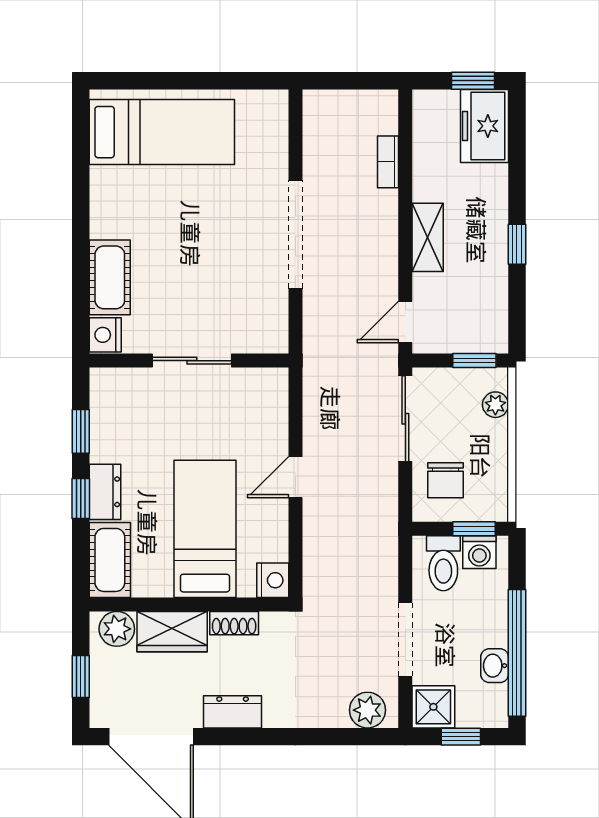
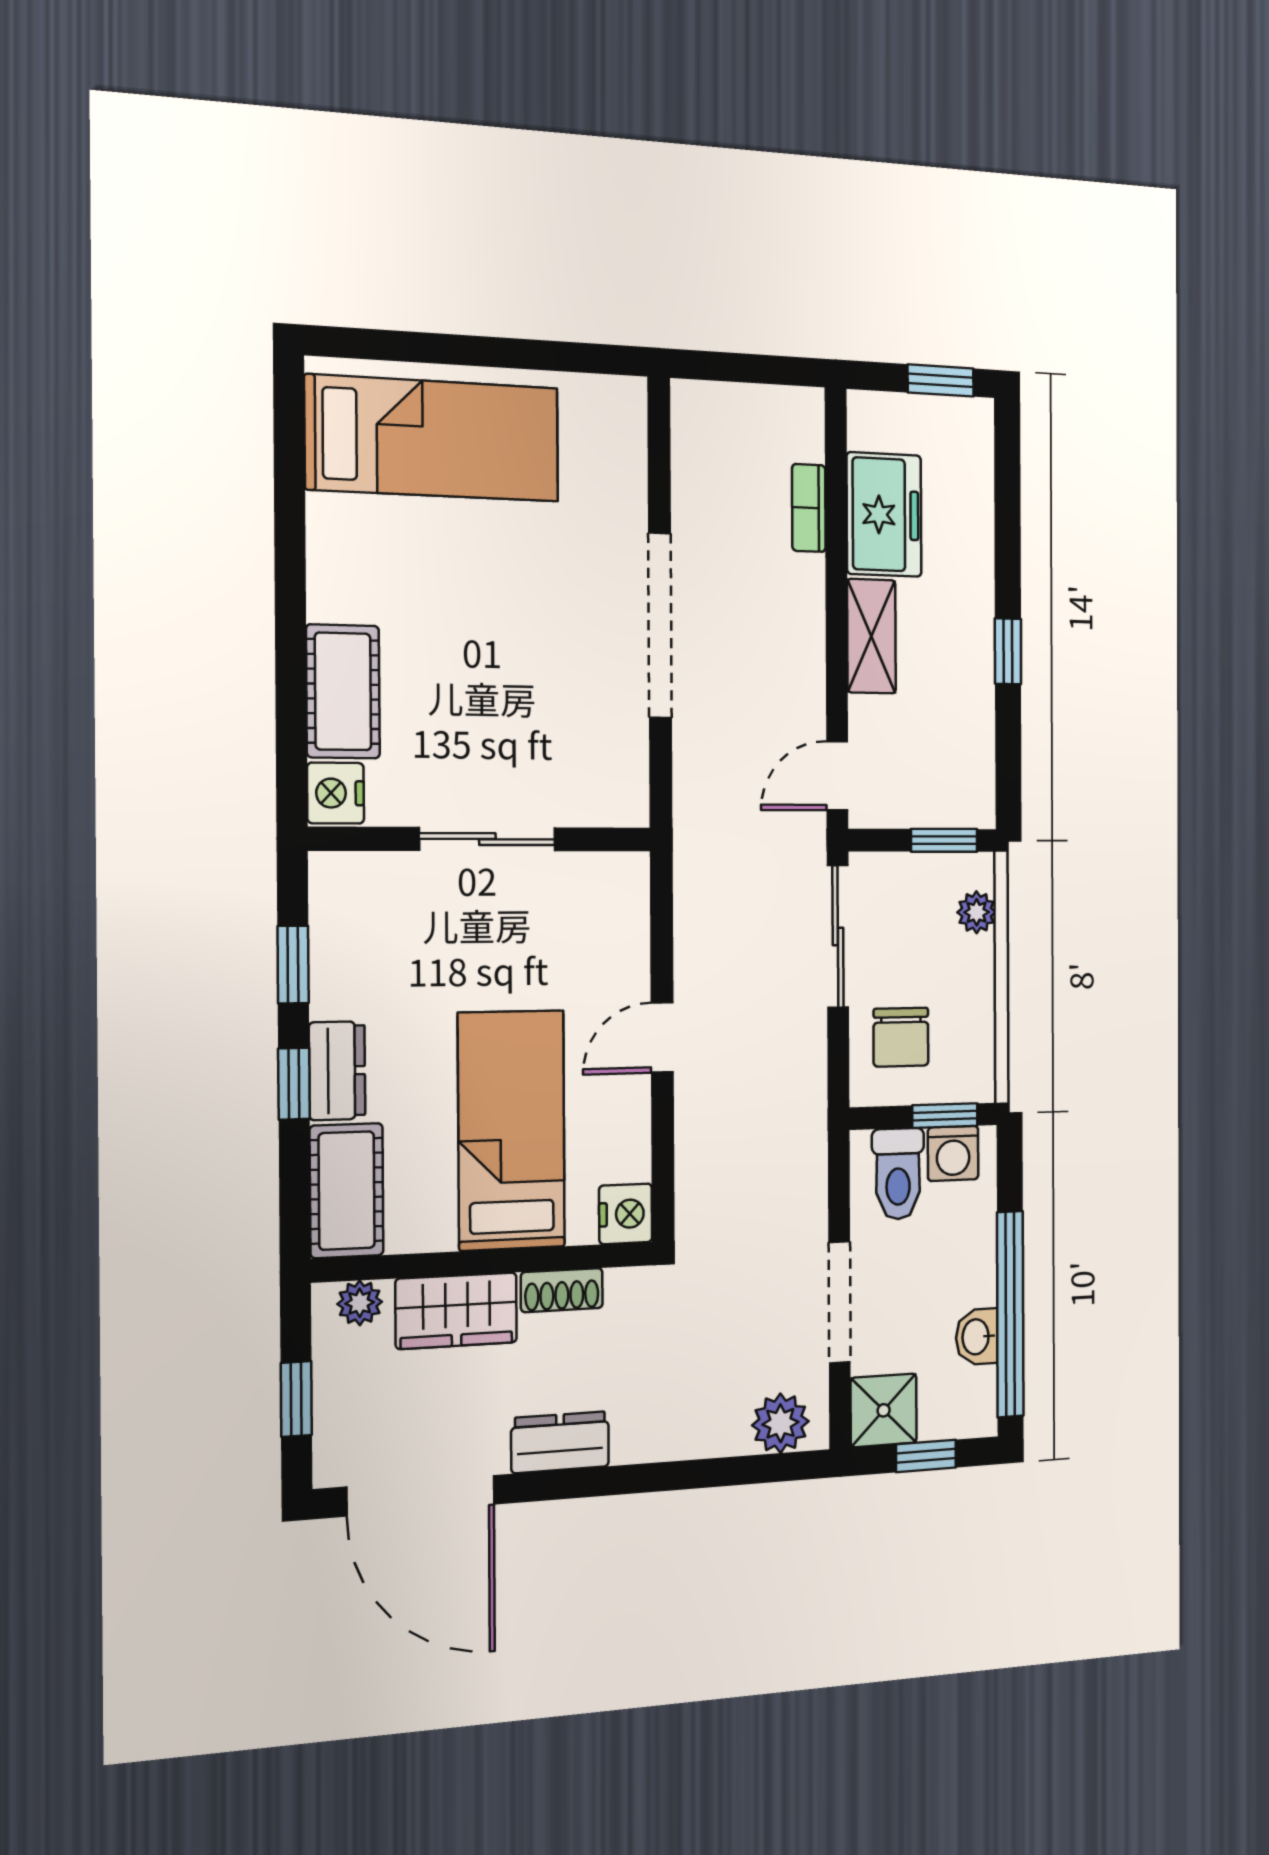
freezer: (484, 126) -> (884, 515), moved, turned 180
plant: (117, 629) -> (360, 1303), width x0.73, depth x0.73

